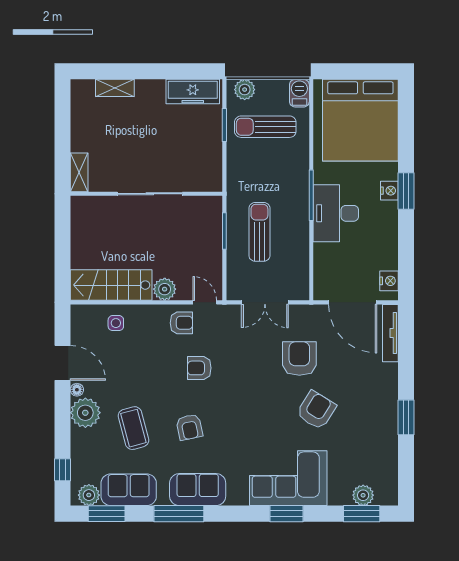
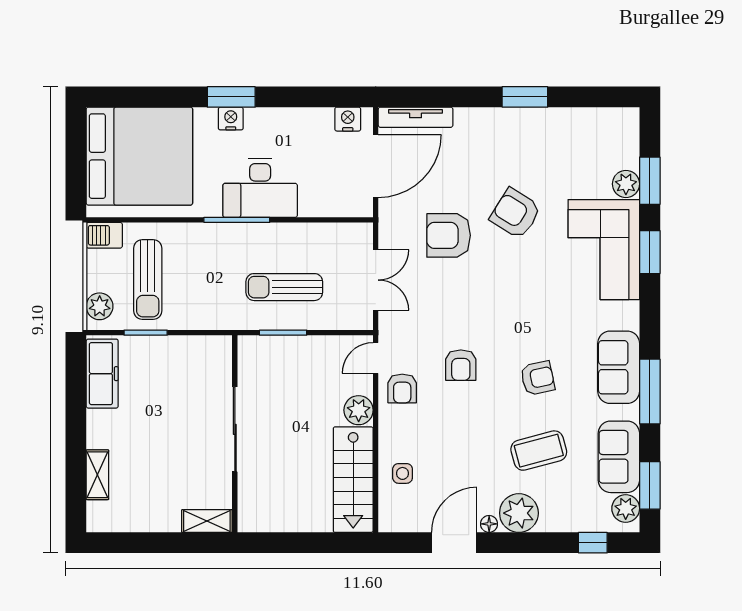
armchair: (181, 323) -> (402, 388), turned 180
plant: (363, 495) -> (626, 184), moved
window: (362, 514) -> (650, 181), moved

